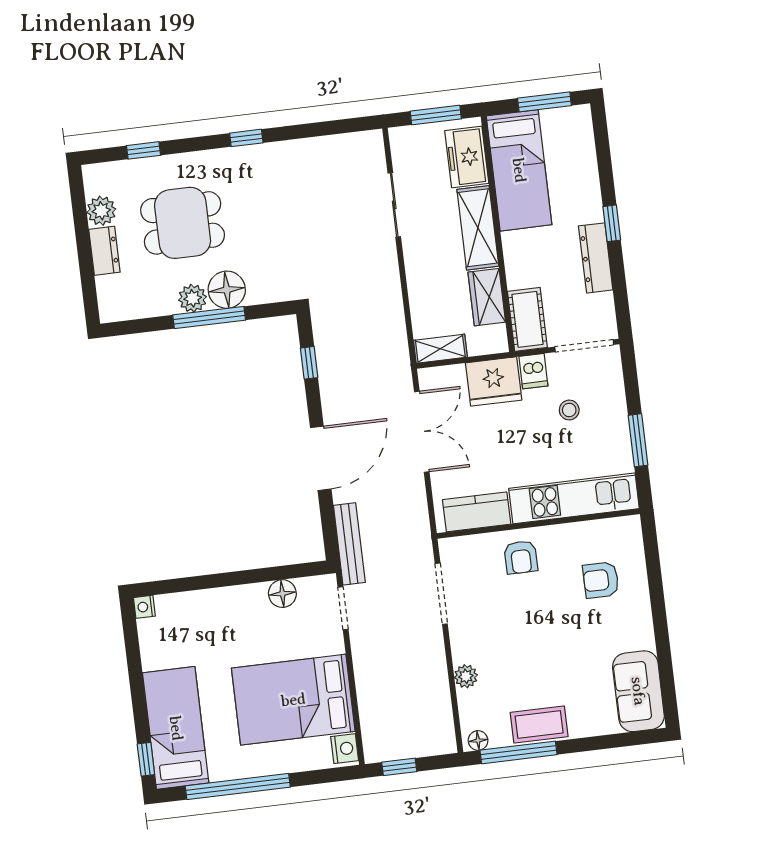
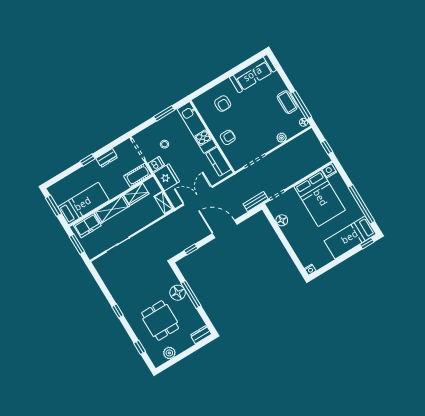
dresser: (104, 251) -> (201, 335), moved
dresser: (596, 258) -> (107, 158), width x0.70
plant: (193, 298) -> (187, 304), removed
bench: (349, 544) -> (256, 201), width x0.73
sofa: (638, 691) -> (253, 74), width x1.36

